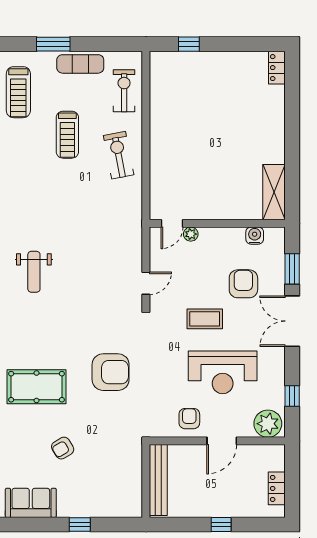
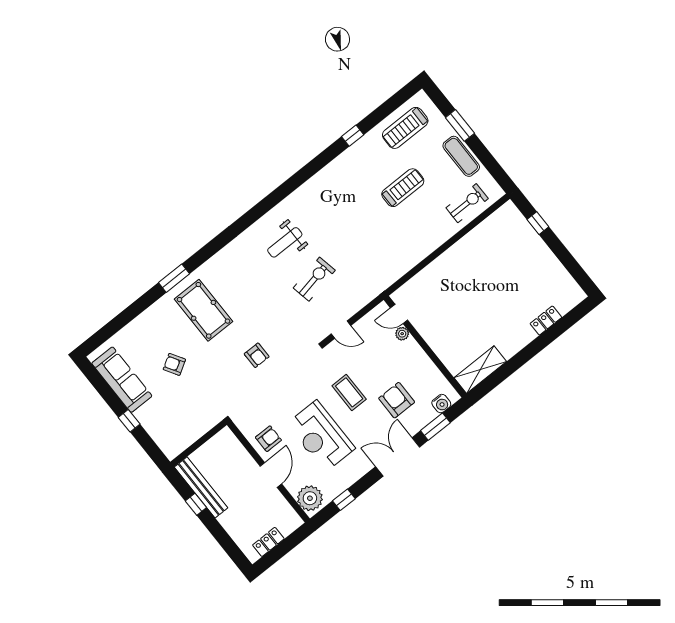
locker: (277, 68) -> (546, 320), moved
treadmill: (67, 135) -> (403, 188), turned 180
exercise bike: (119, 155) -> (314, 279), moved
water cooler: (255, 236) -> (441, 404), moved, turned 90
armchair: (243, 284) -> (397, 400), turned -90
armchair: (111, 372) -> (257, 355), width x0.53, depth x0.53
door: (222, 441) -> (271, 475), swing flipped
bench: (158, 480) -> (201, 487), moved, turned 90
sofa: (31, 503) -> (122, 380), width x1.36
window: (221, 525) -> (196, 504), moved

